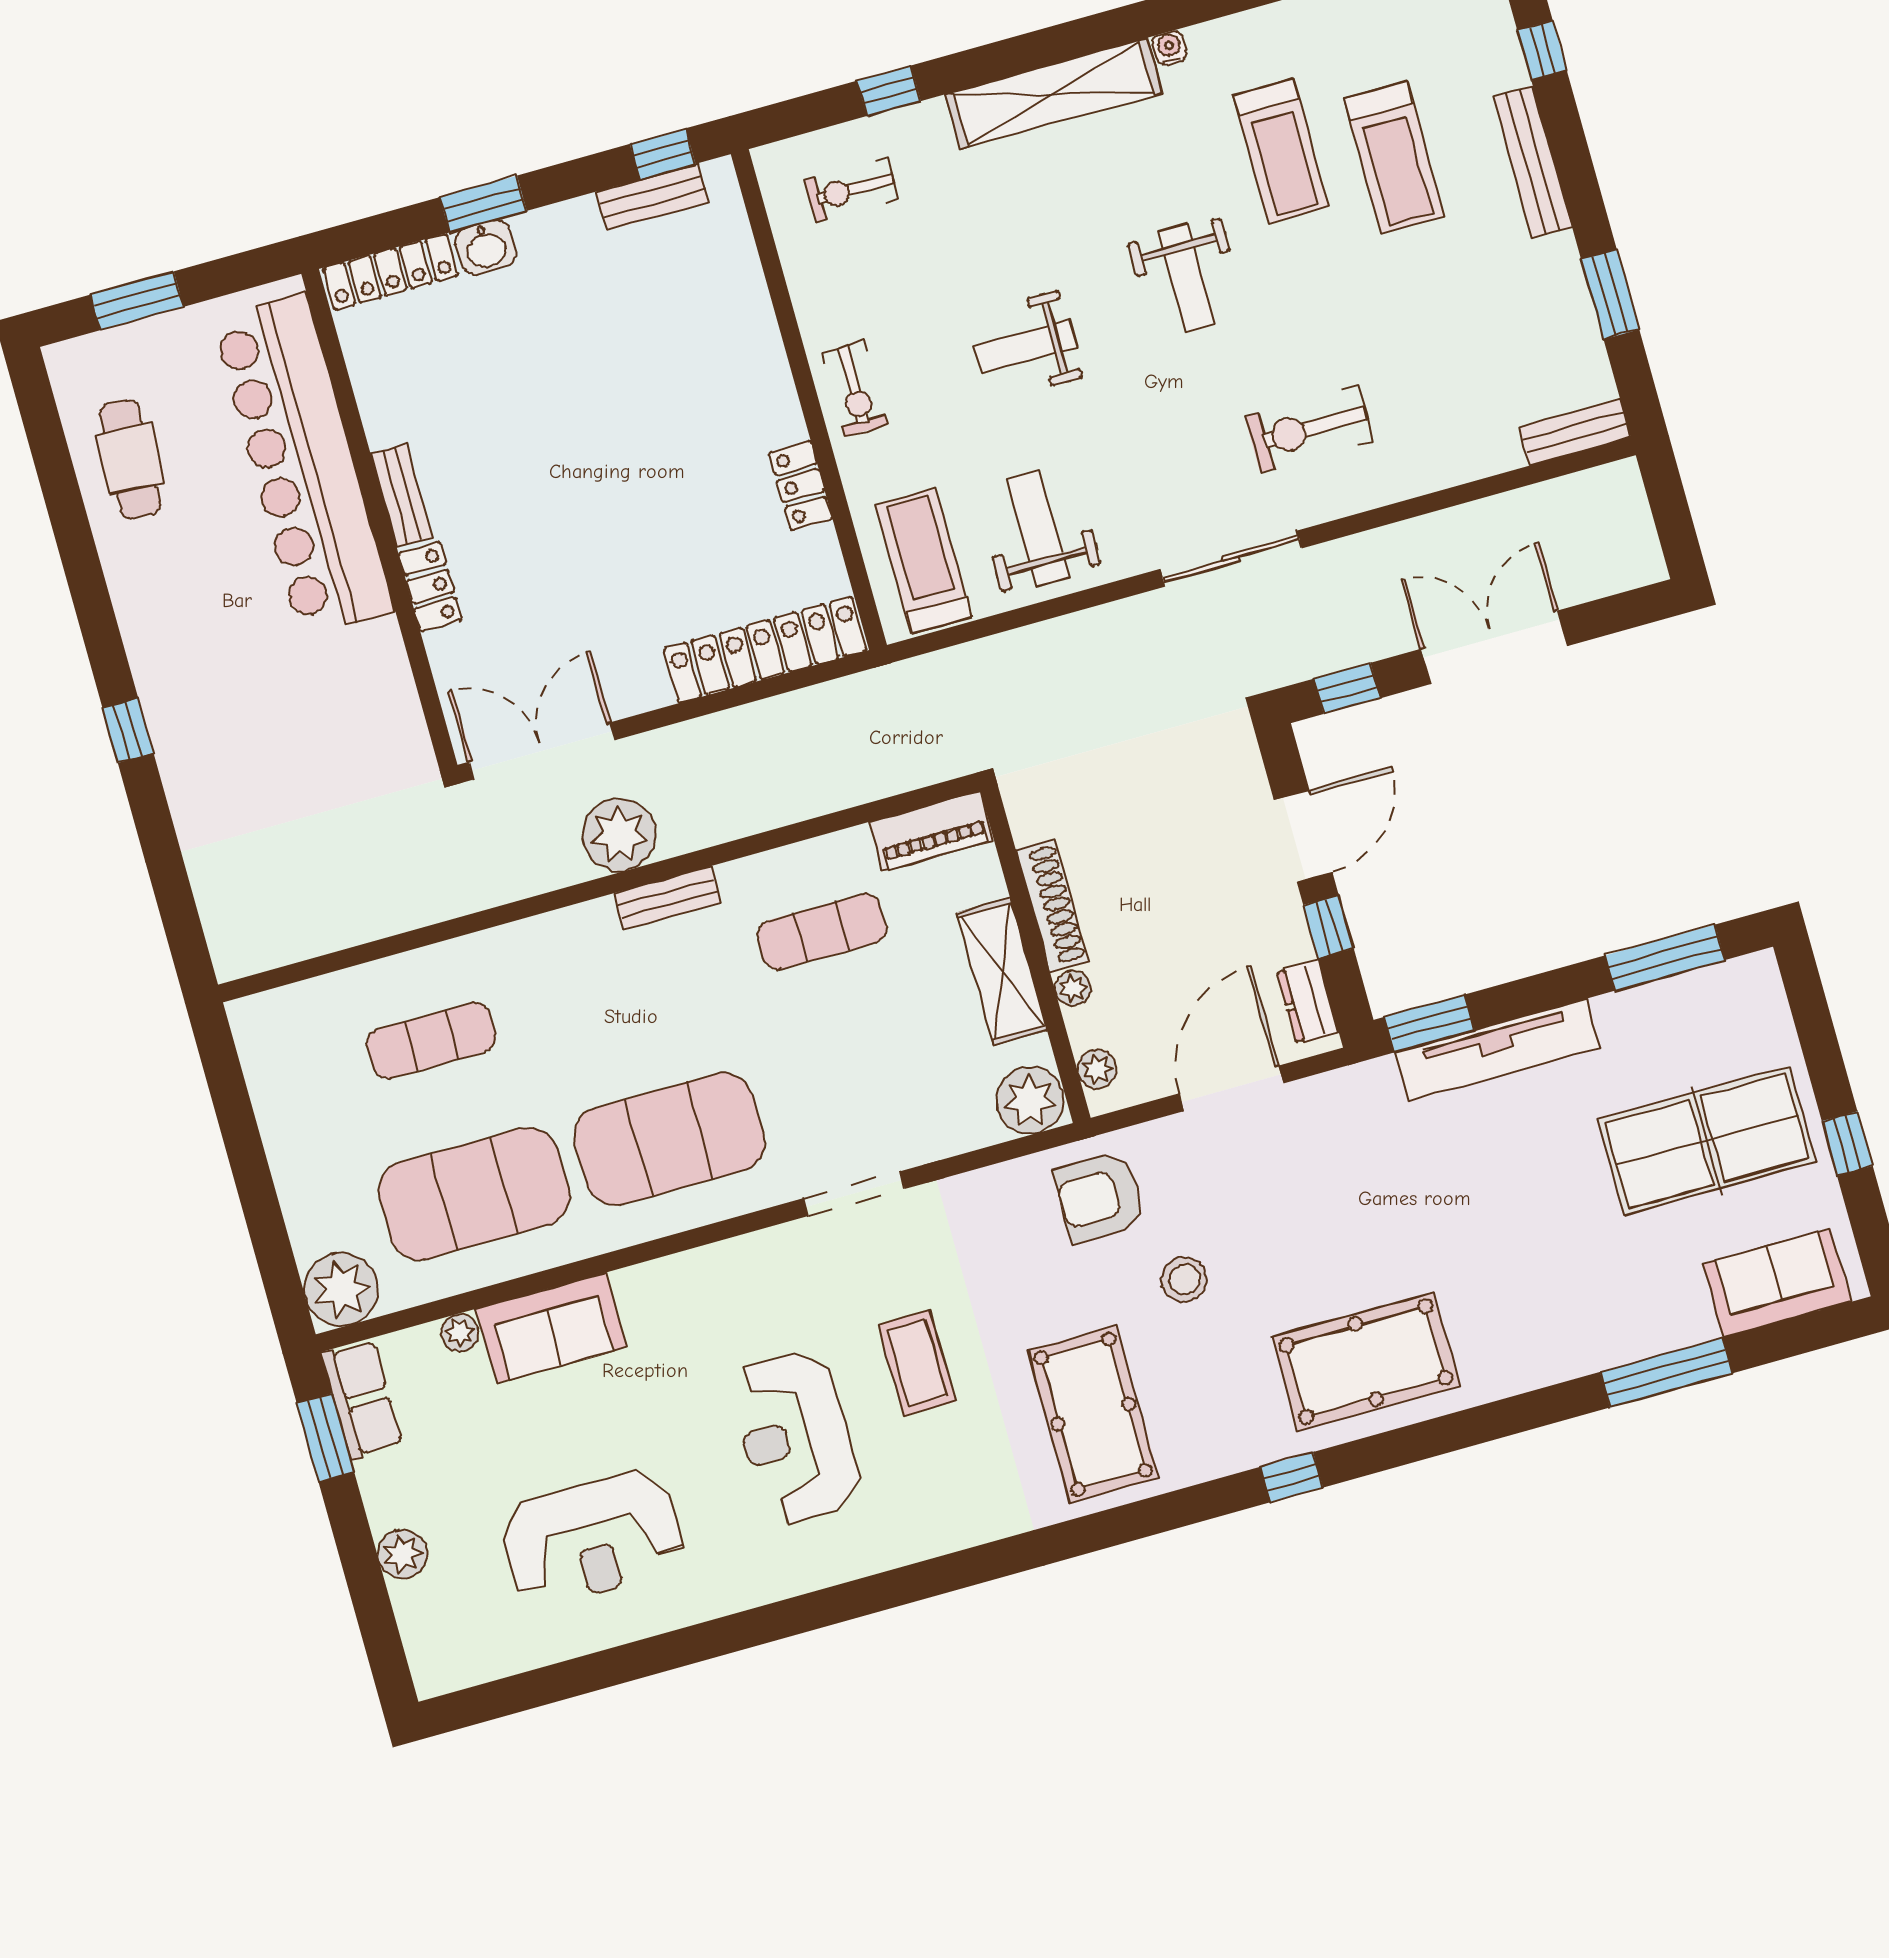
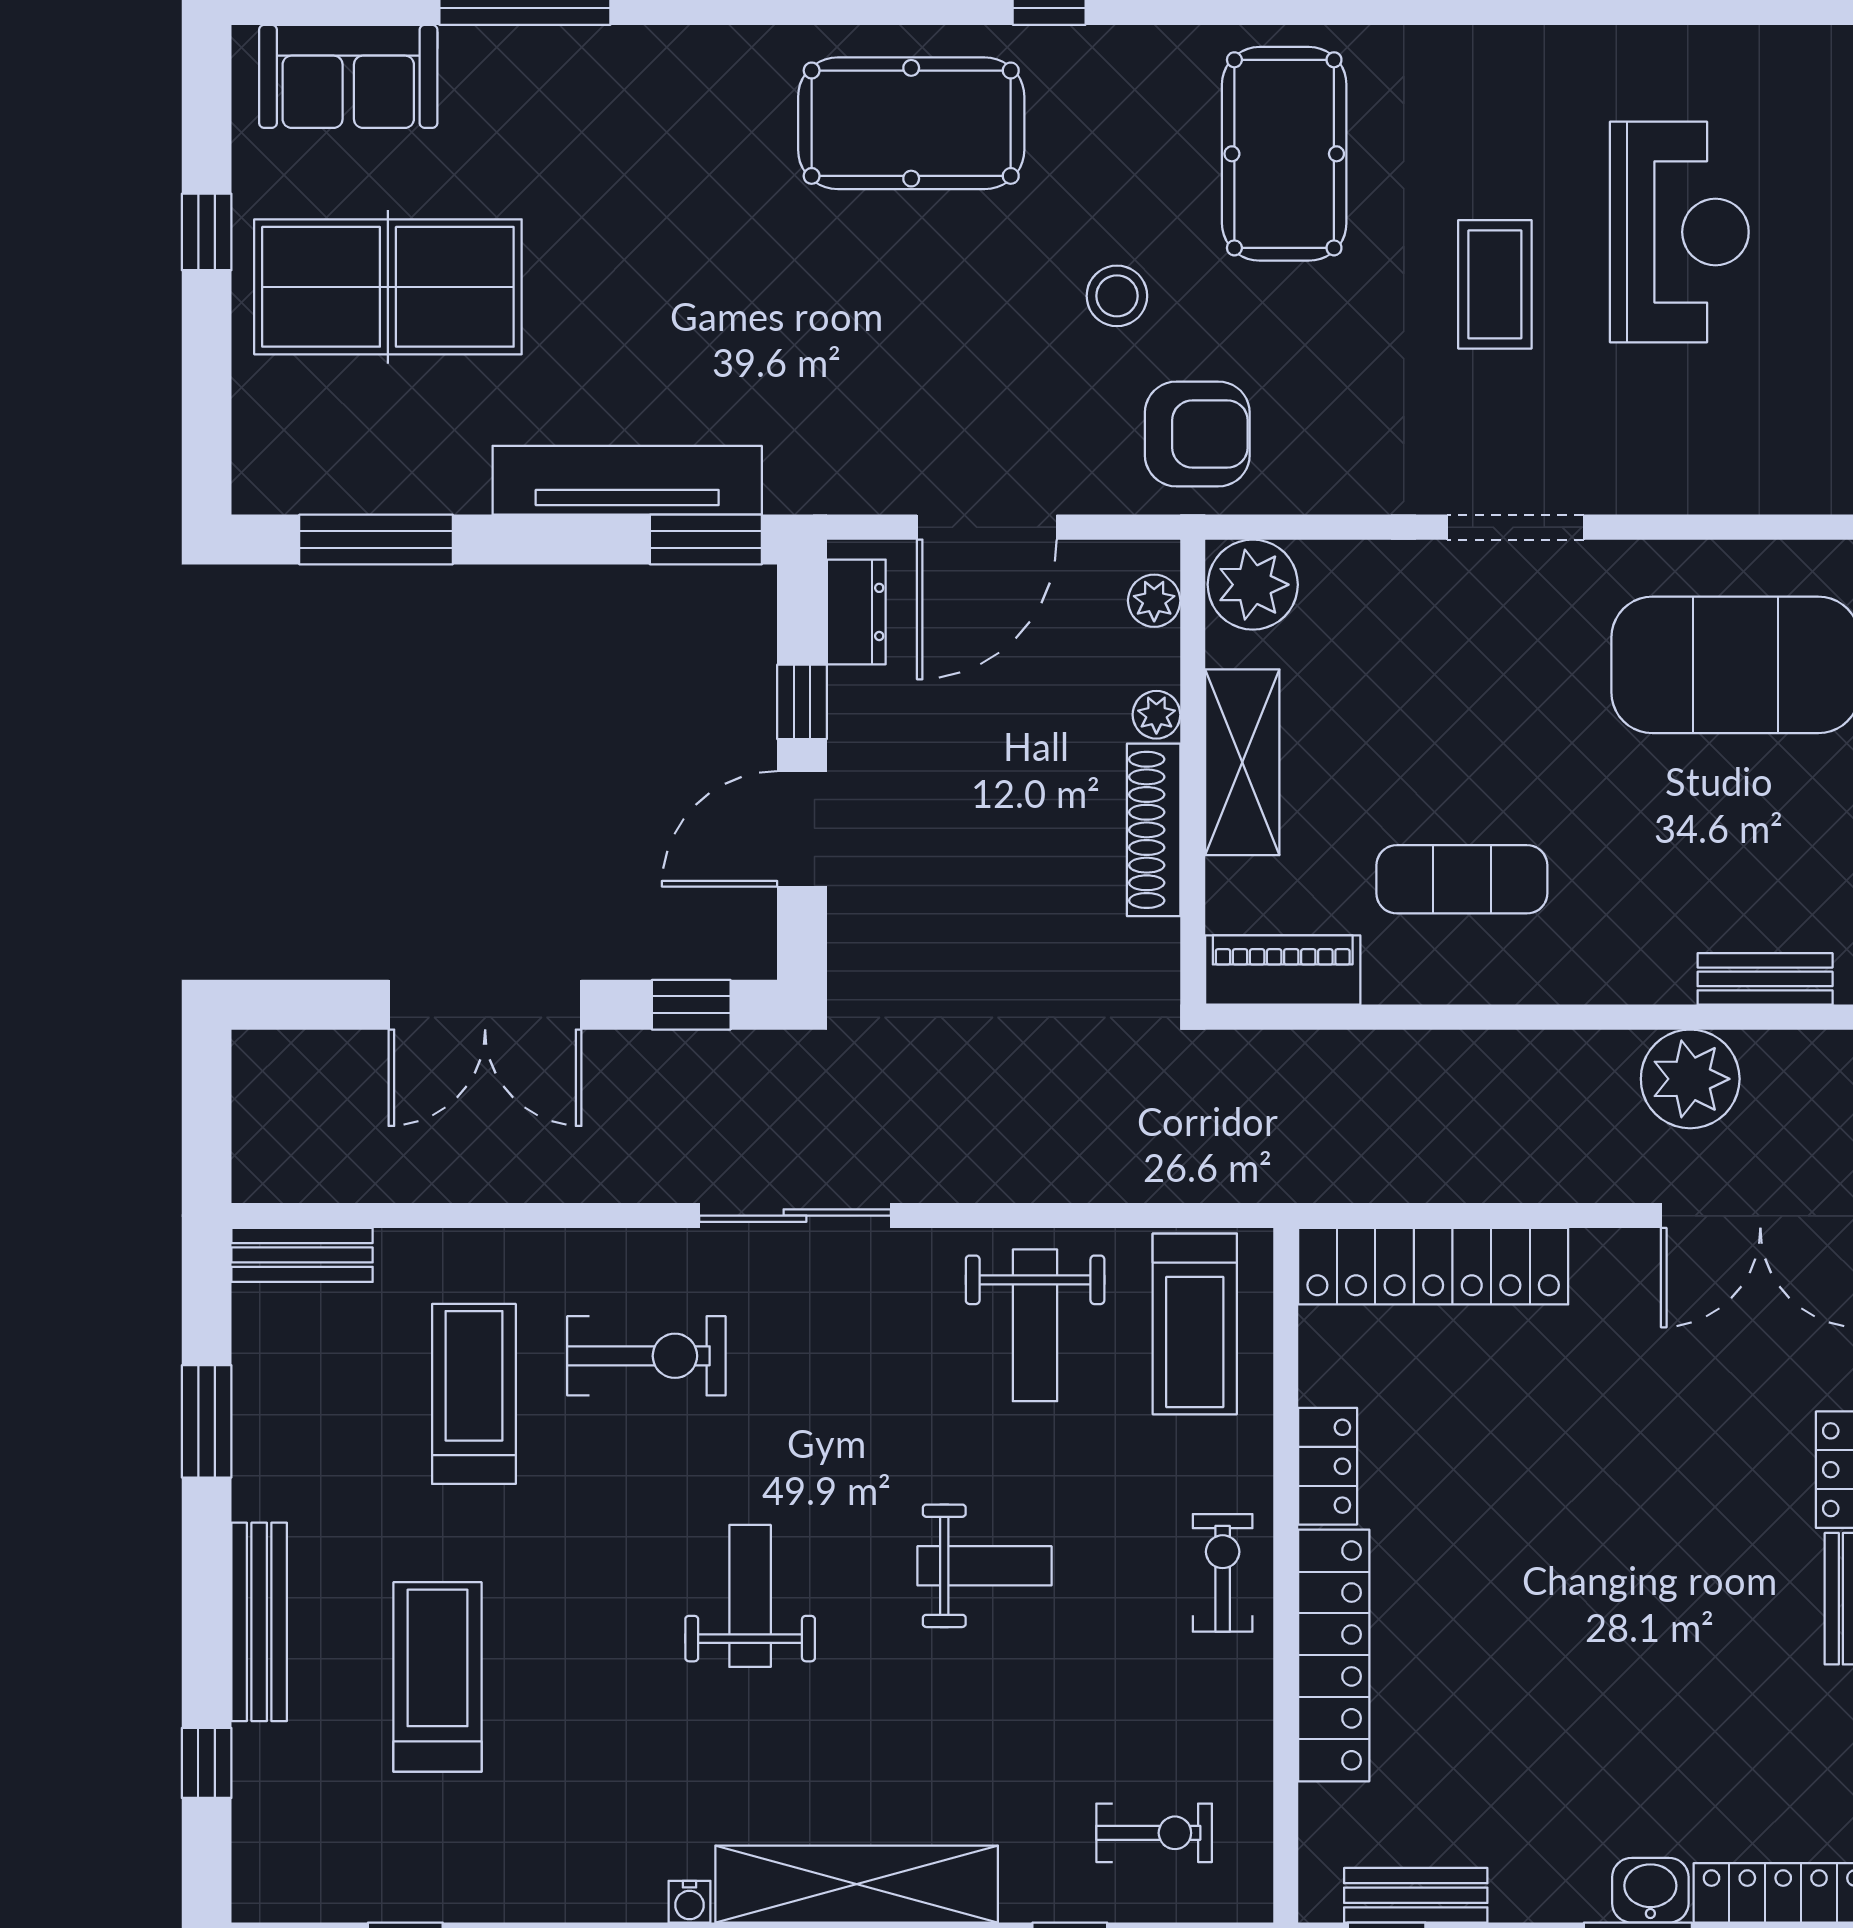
treadmill: (1281, 151) -> (474, 1394), moved
locker: (759, 352) -> (1334, 1655), added
bench: (667, 898) -> (1765, 979), moved

